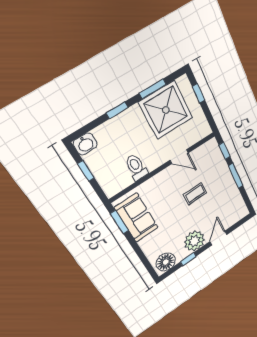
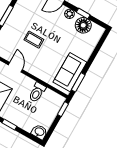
window: (86, 171) -> (63, 109), moved
plant: (194, 241) -> (69, 14), width x0.53, depth x0.53
floor lamp: (166, 262) -> (83, 25), moved

